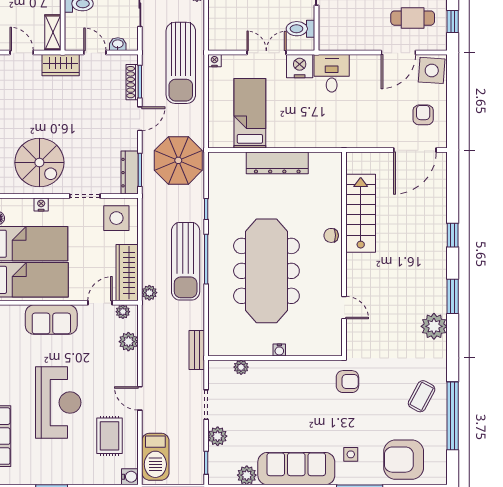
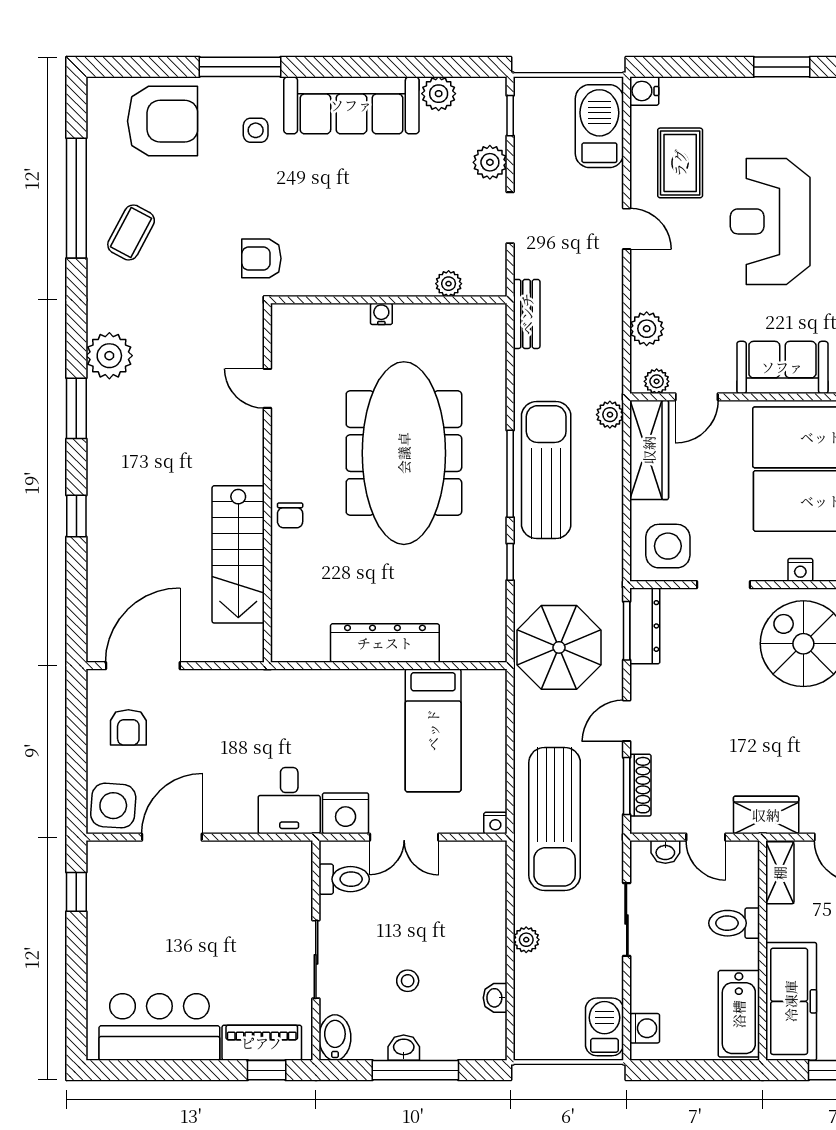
cafe table: (413, 18) -> (147, 898), removed
sun lounger: (181, 63) -> (555, 819), turned 180
chair: (331, 235) -> (290, 515), turned 90

